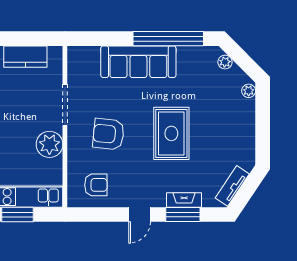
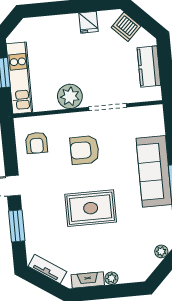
plant: (249, 91) -> (112, 278), moved
armchair: (109, 134) -> (85, 150), turned -96
fireplace: (184, 200) -> (88, 280), moved, turned -90

